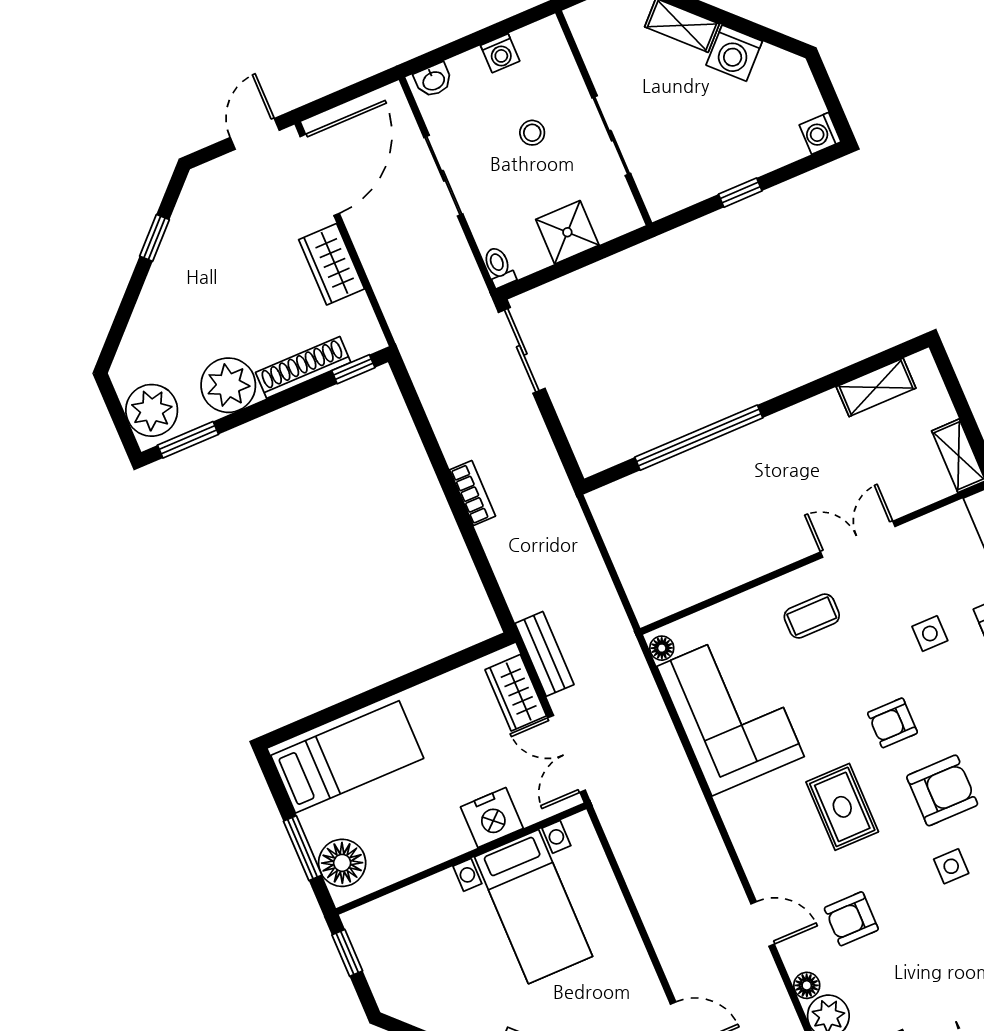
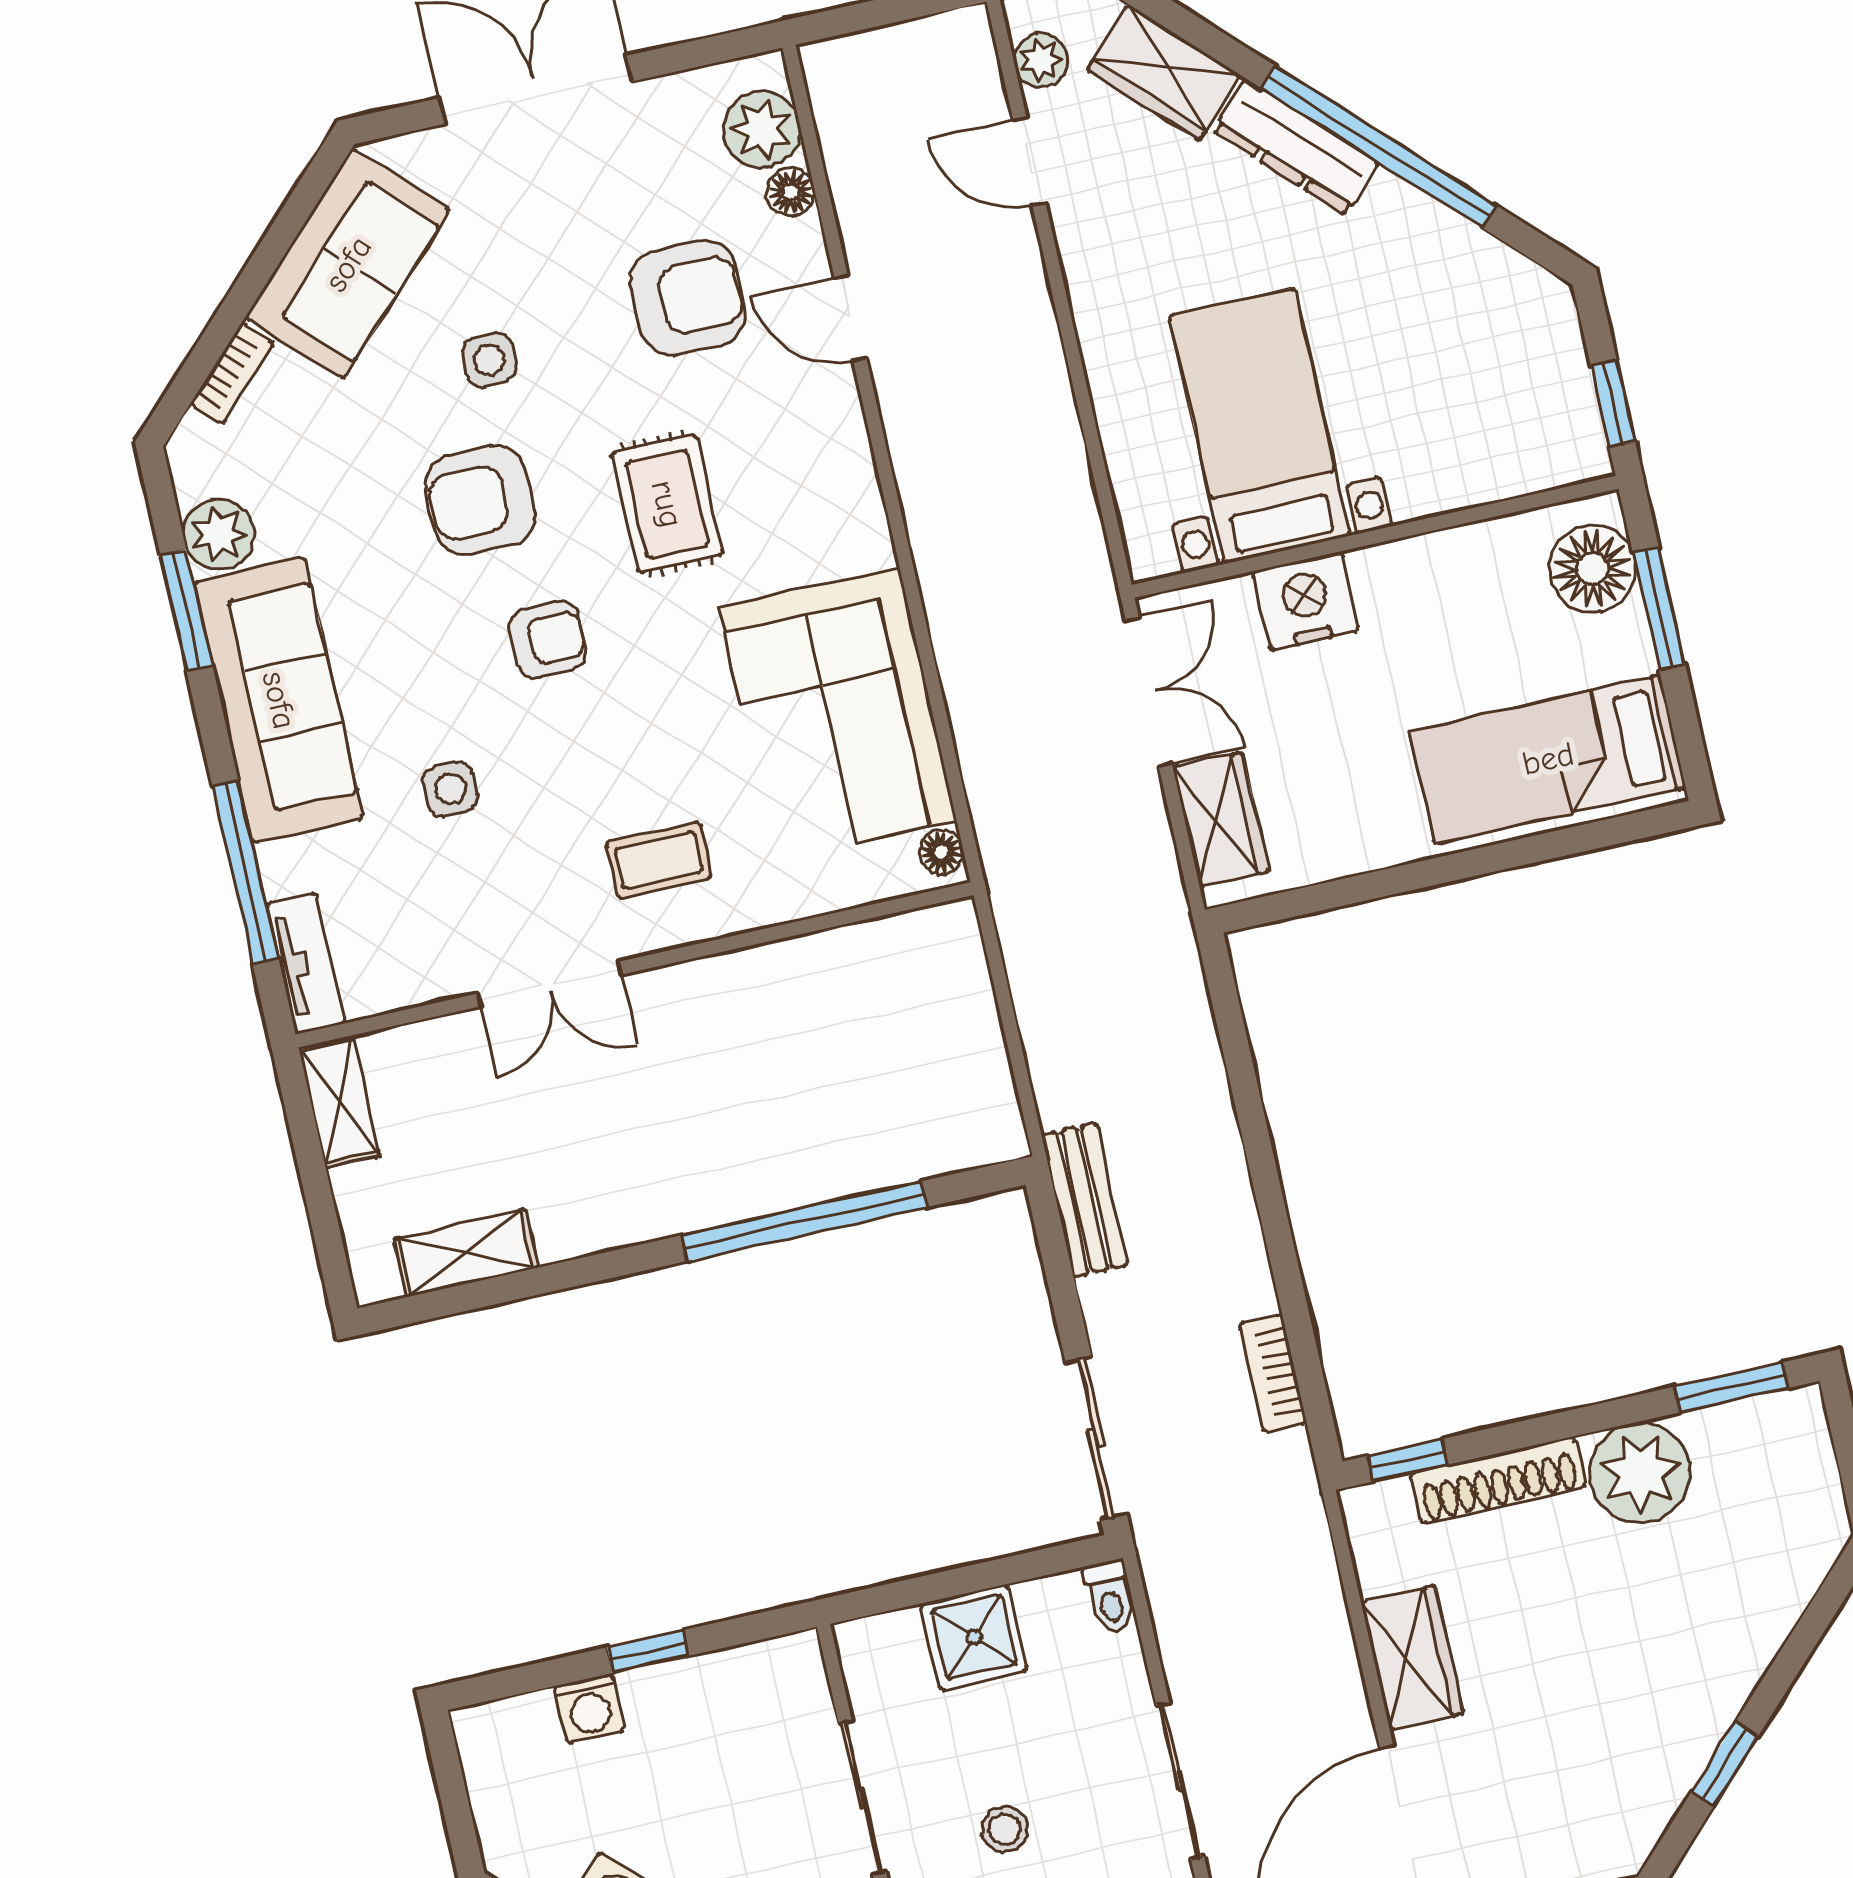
washing machine: (820, 133) -> (589, 1708), moved, turned 90
plant: (152, 410) -> (1787, 1453), removed
bookcase: (473, 493) -> (1273, 1373), moved
bench: (544, 654) -> (1085, 1200), moved
armchair: (851, 919) -> (688, 298), width x1.38, depth x1.38

